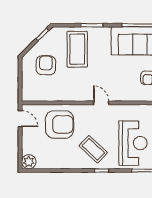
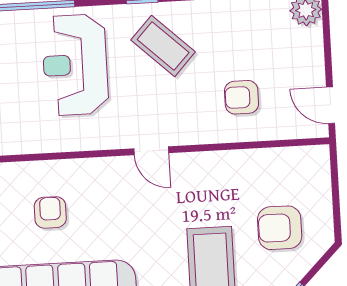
armchair: (46, 65) -> (280, 228), turned 89
armchair: (60, 124) -> (242, 97), width x0.53, depth x0.53

